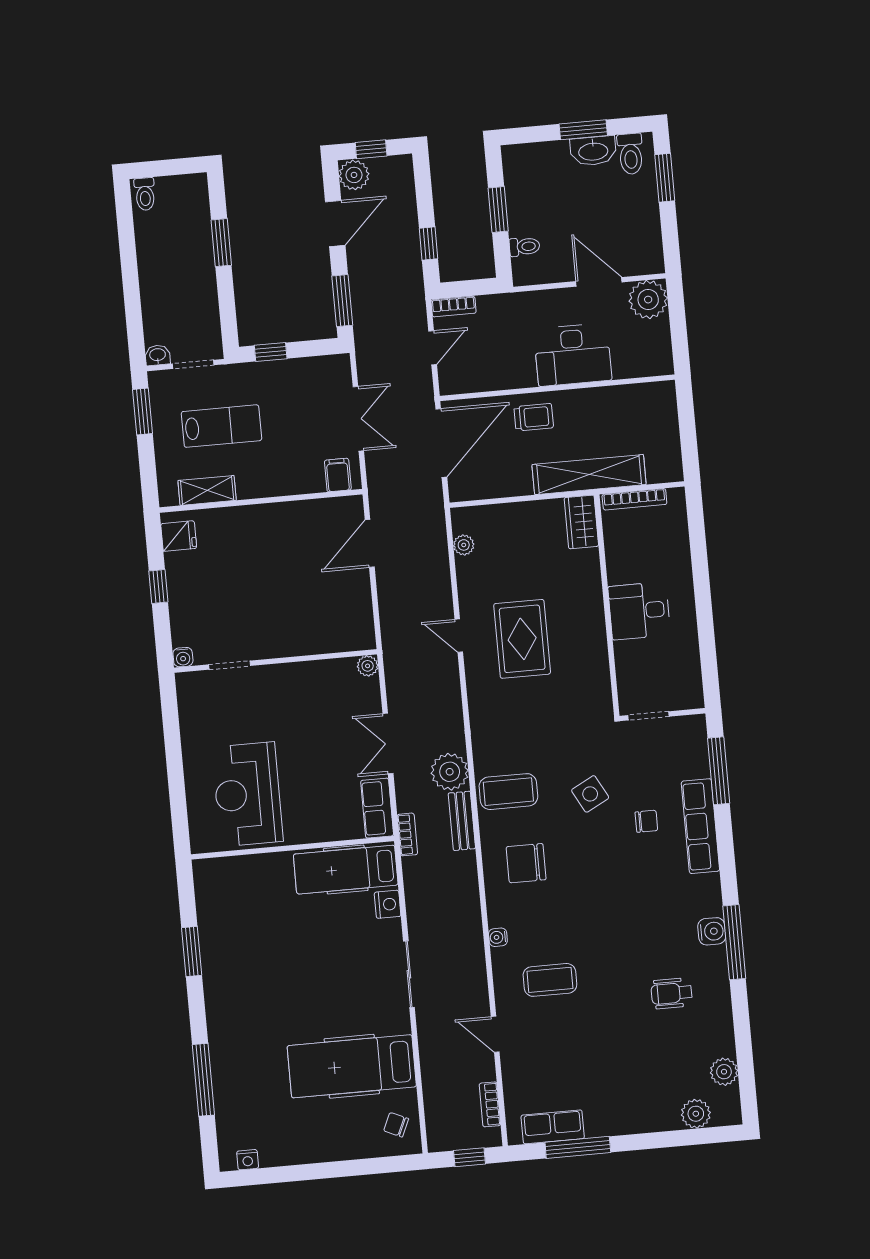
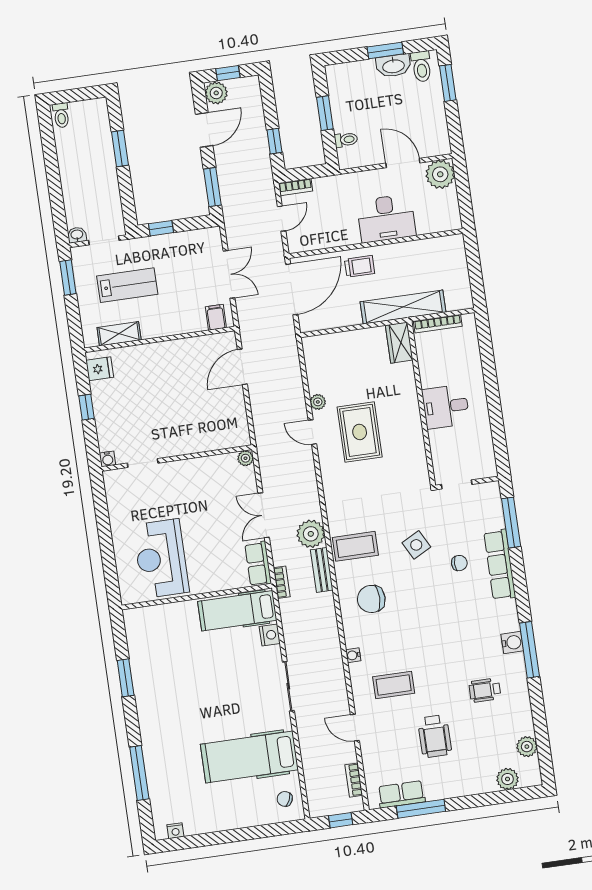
plant: (464, 545) -> (318, 402), moved
wheelchair: (601, 1051) -> (435, 736), added

